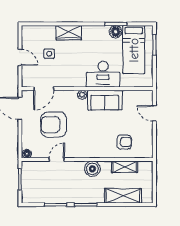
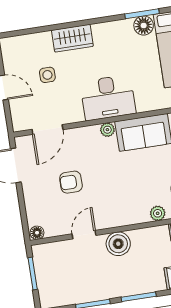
desk: (103, 74) -> (108, 98), moved
armchair: (54, 125) -> (71, 182), width x0.53, depth x0.53
plant: (106, 153) -> (158, 213), added
boiler: (92, 169) -> (118, 244), moved

